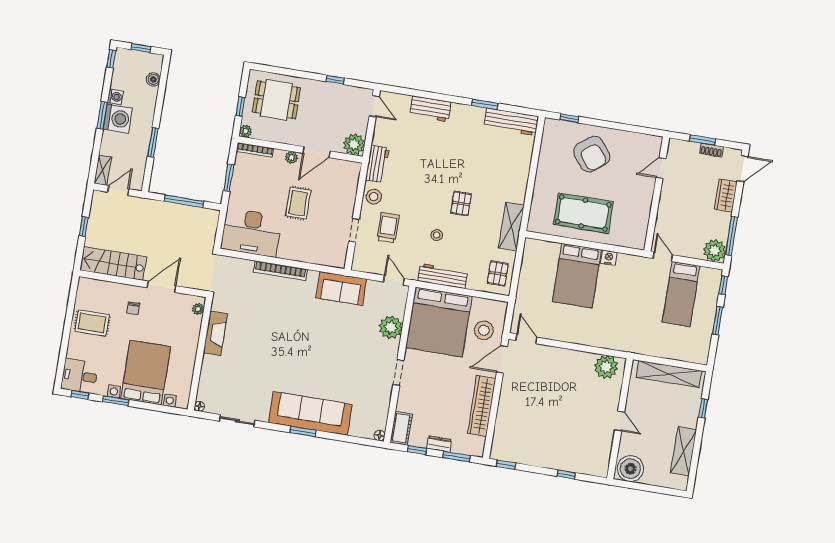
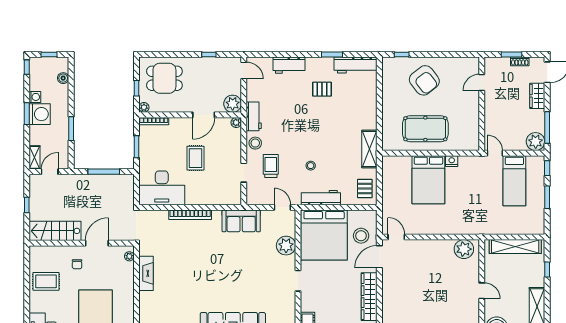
plant: (291, 157) -> (236, 123), moved
pallet: (461, 204) -> (322, 89), moved, turned 90

